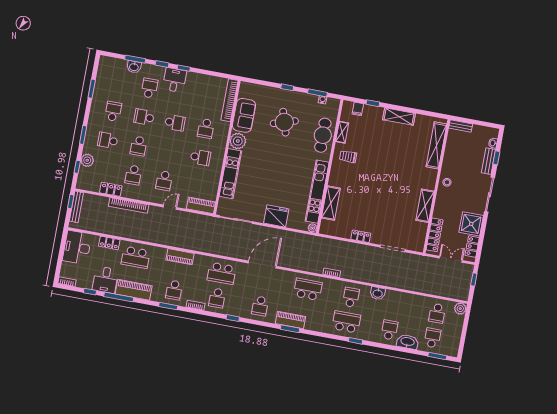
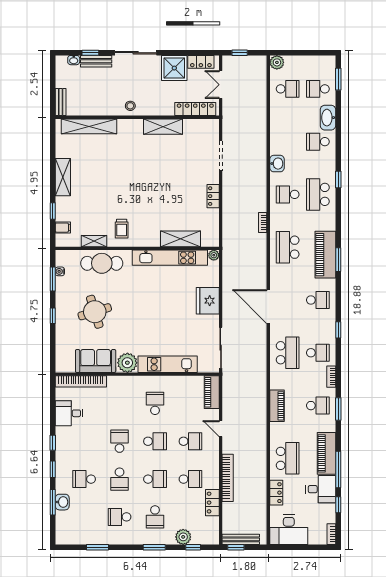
desk: (175, 80) -> (69, 413), moved
school desk: (206, 128) -> (155, 441), moved
piano: (291, 320) -> (325, 255), width x1.37, depth x1.33

